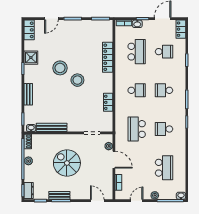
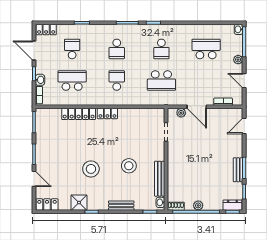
stool: (77, 80) -> (129, 166), moved
locker: (108, 102) -> (107, 113), moved
door: (114, 160) -> (197, 107), swing flipped
spiral stairs: (67, 163) -> (201, 161), removed

